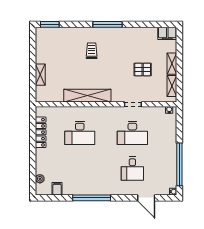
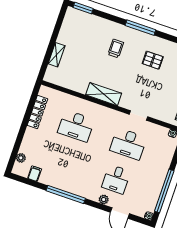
pallet: (143, 69) -> (153, 60), moved
shelving: (87, 96) -> (104, 94), width x0.68
plant: (127, 191) -> (104, 199), added

